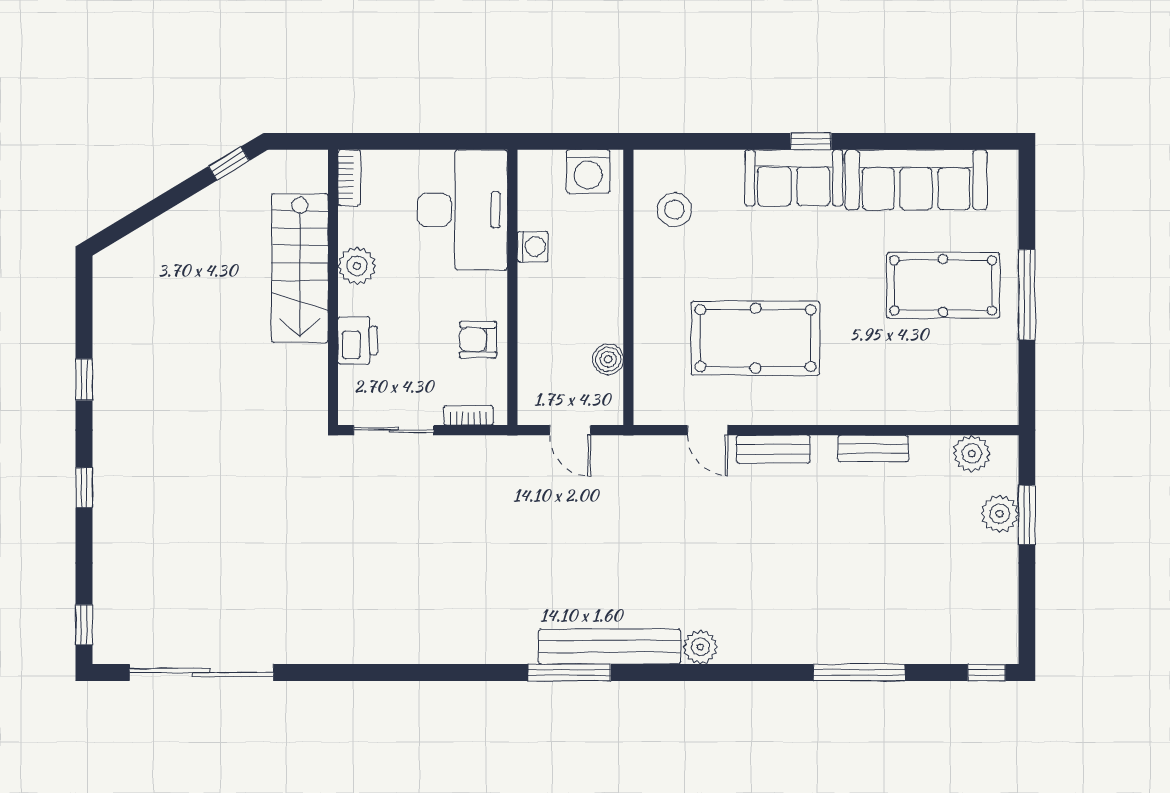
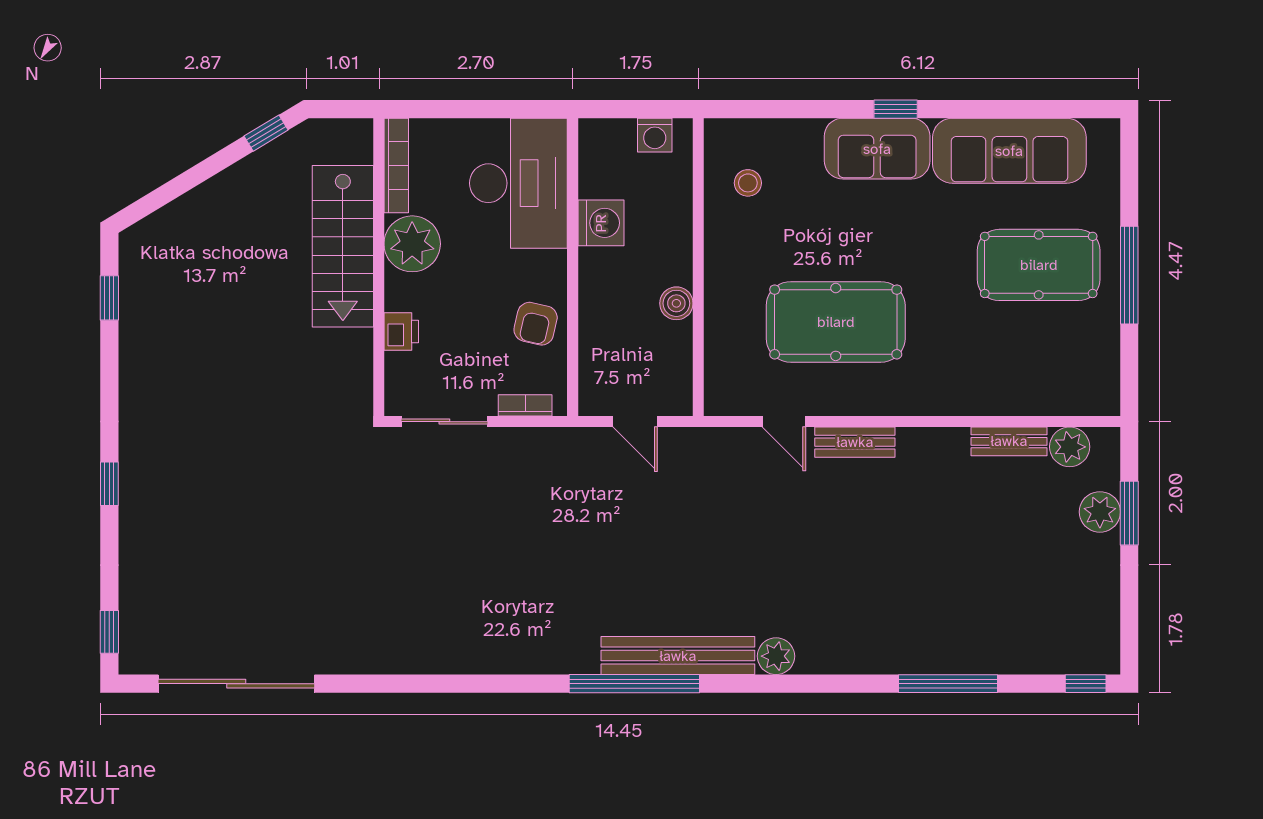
washing machine: (588, 171) -> (655, 135), width x0.73, depth x0.73
bookcase: (349, 178) -> (396, 165), width x1.56
stool: (674, 210) -> (748, 183), width x0.73, depth x0.73
washing machine: (533, 247) -> (601, 223), width x1.38, depth x1.38
plant: (357, 266) -> (412, 244), width x1.36, depth x1.36
armchair: (478, 340) -> (536, 324), turned -77
printer: (358, 341) -> (401, 332), width x0.73, depth x0.81
boiler: (608, 359) -> (676, 303), moved
window: (84, 380) -> (109, 298), moved
bench: (873, 448) -> (1009, 441), moved
window: (569, 672) -> (634, 684), width x1.46

